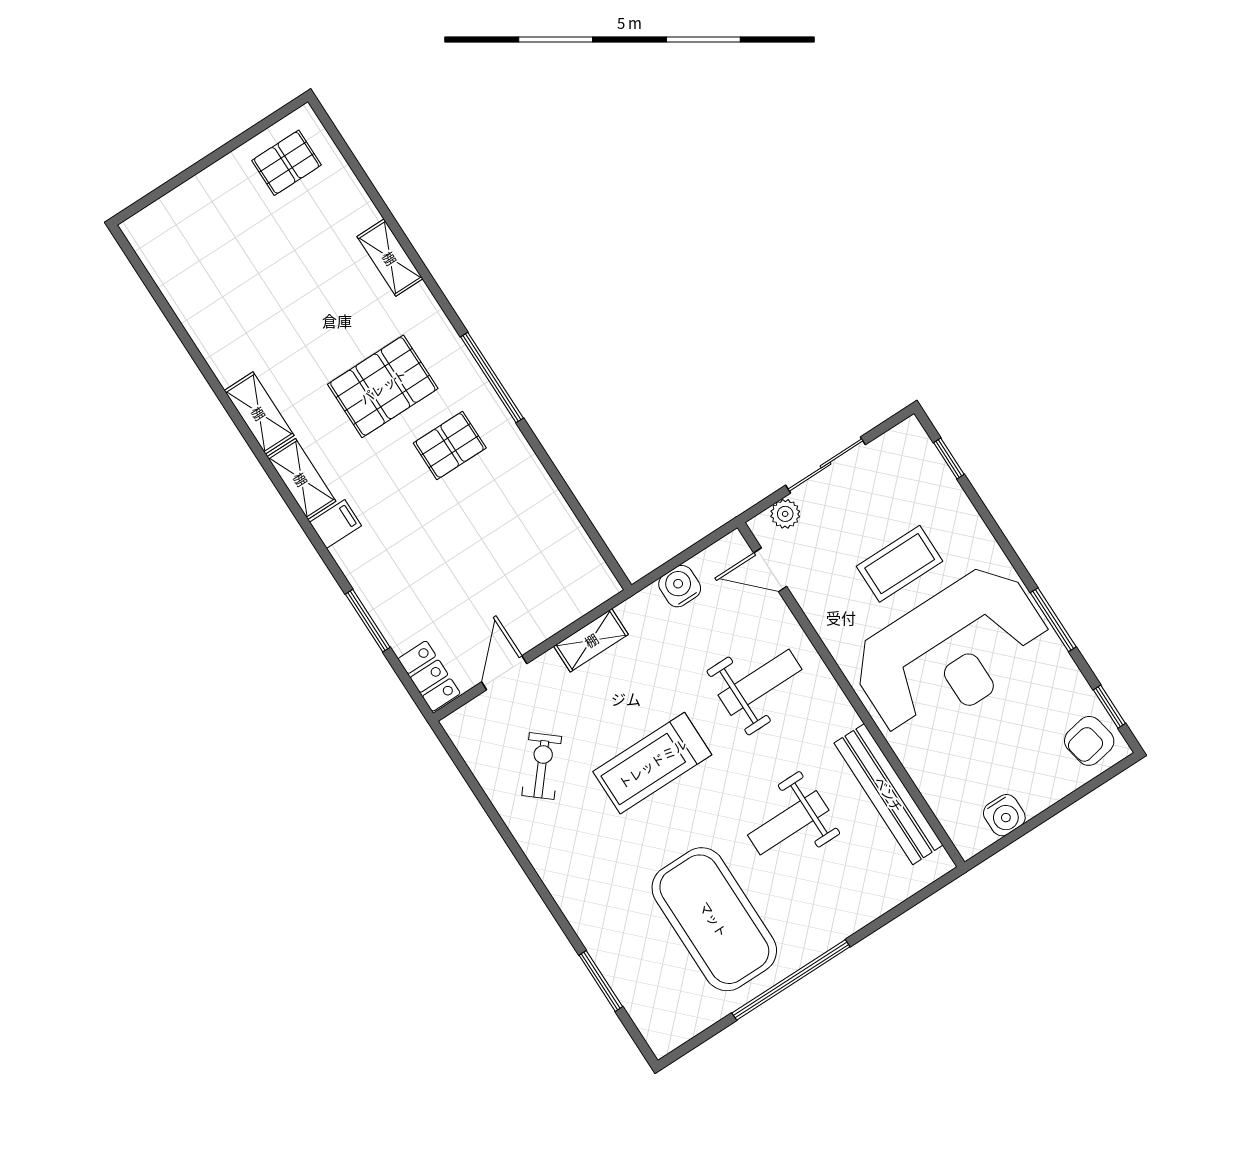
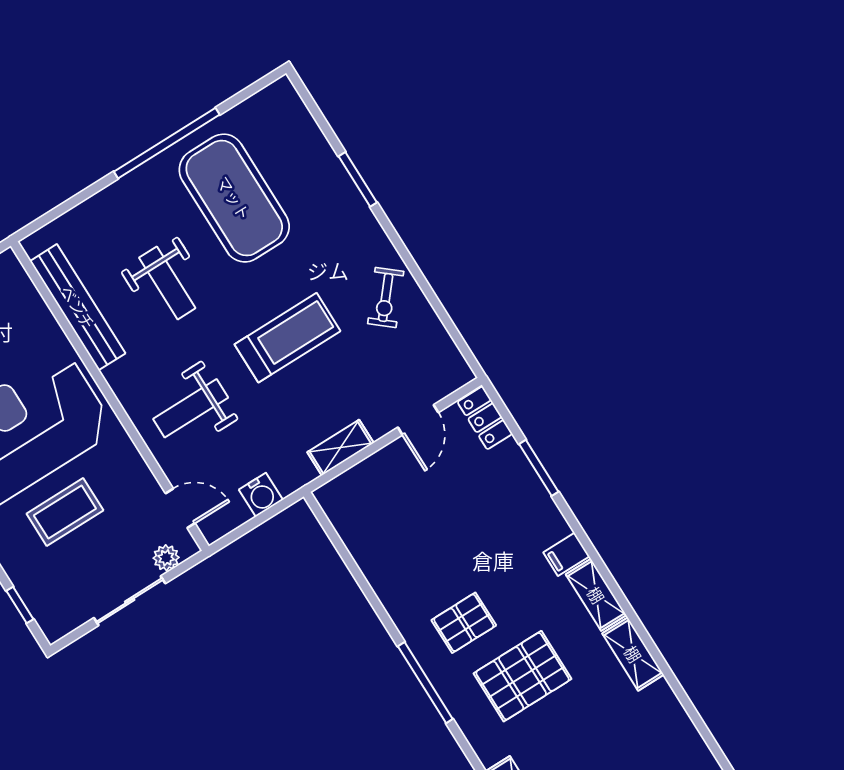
exercise bike: (542, 766) -> (386, 297), moved
weight bench: (788, 823) -> (167, 283), turned 90
window: (601, 981) -> (358, 179), moved

